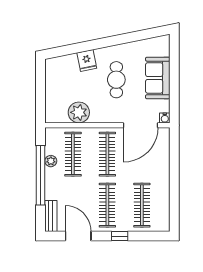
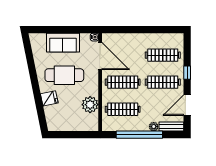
cafe table: (116, 80) -> (64, 75), width x1.37, depth x1.35
plant: (51, 161) -> (154, 127), moved

